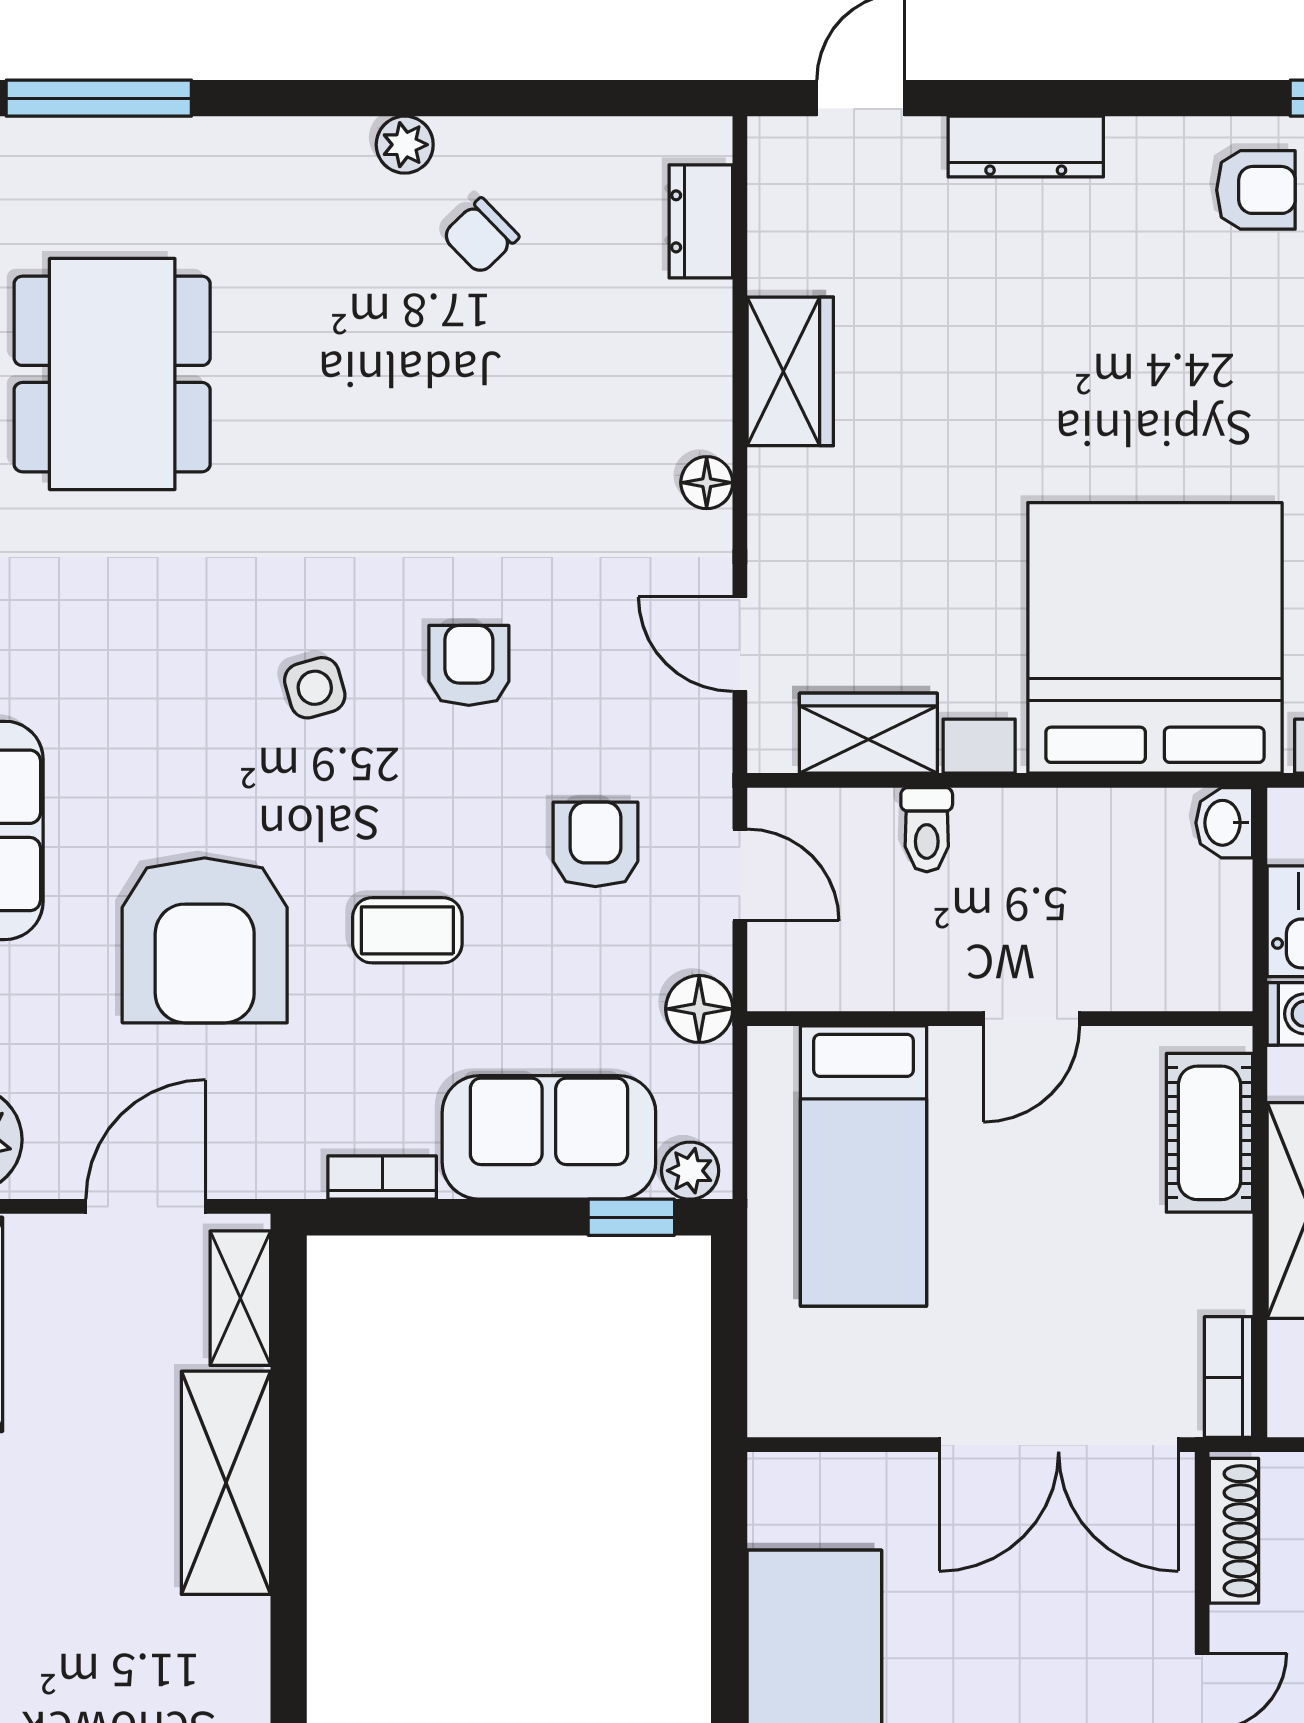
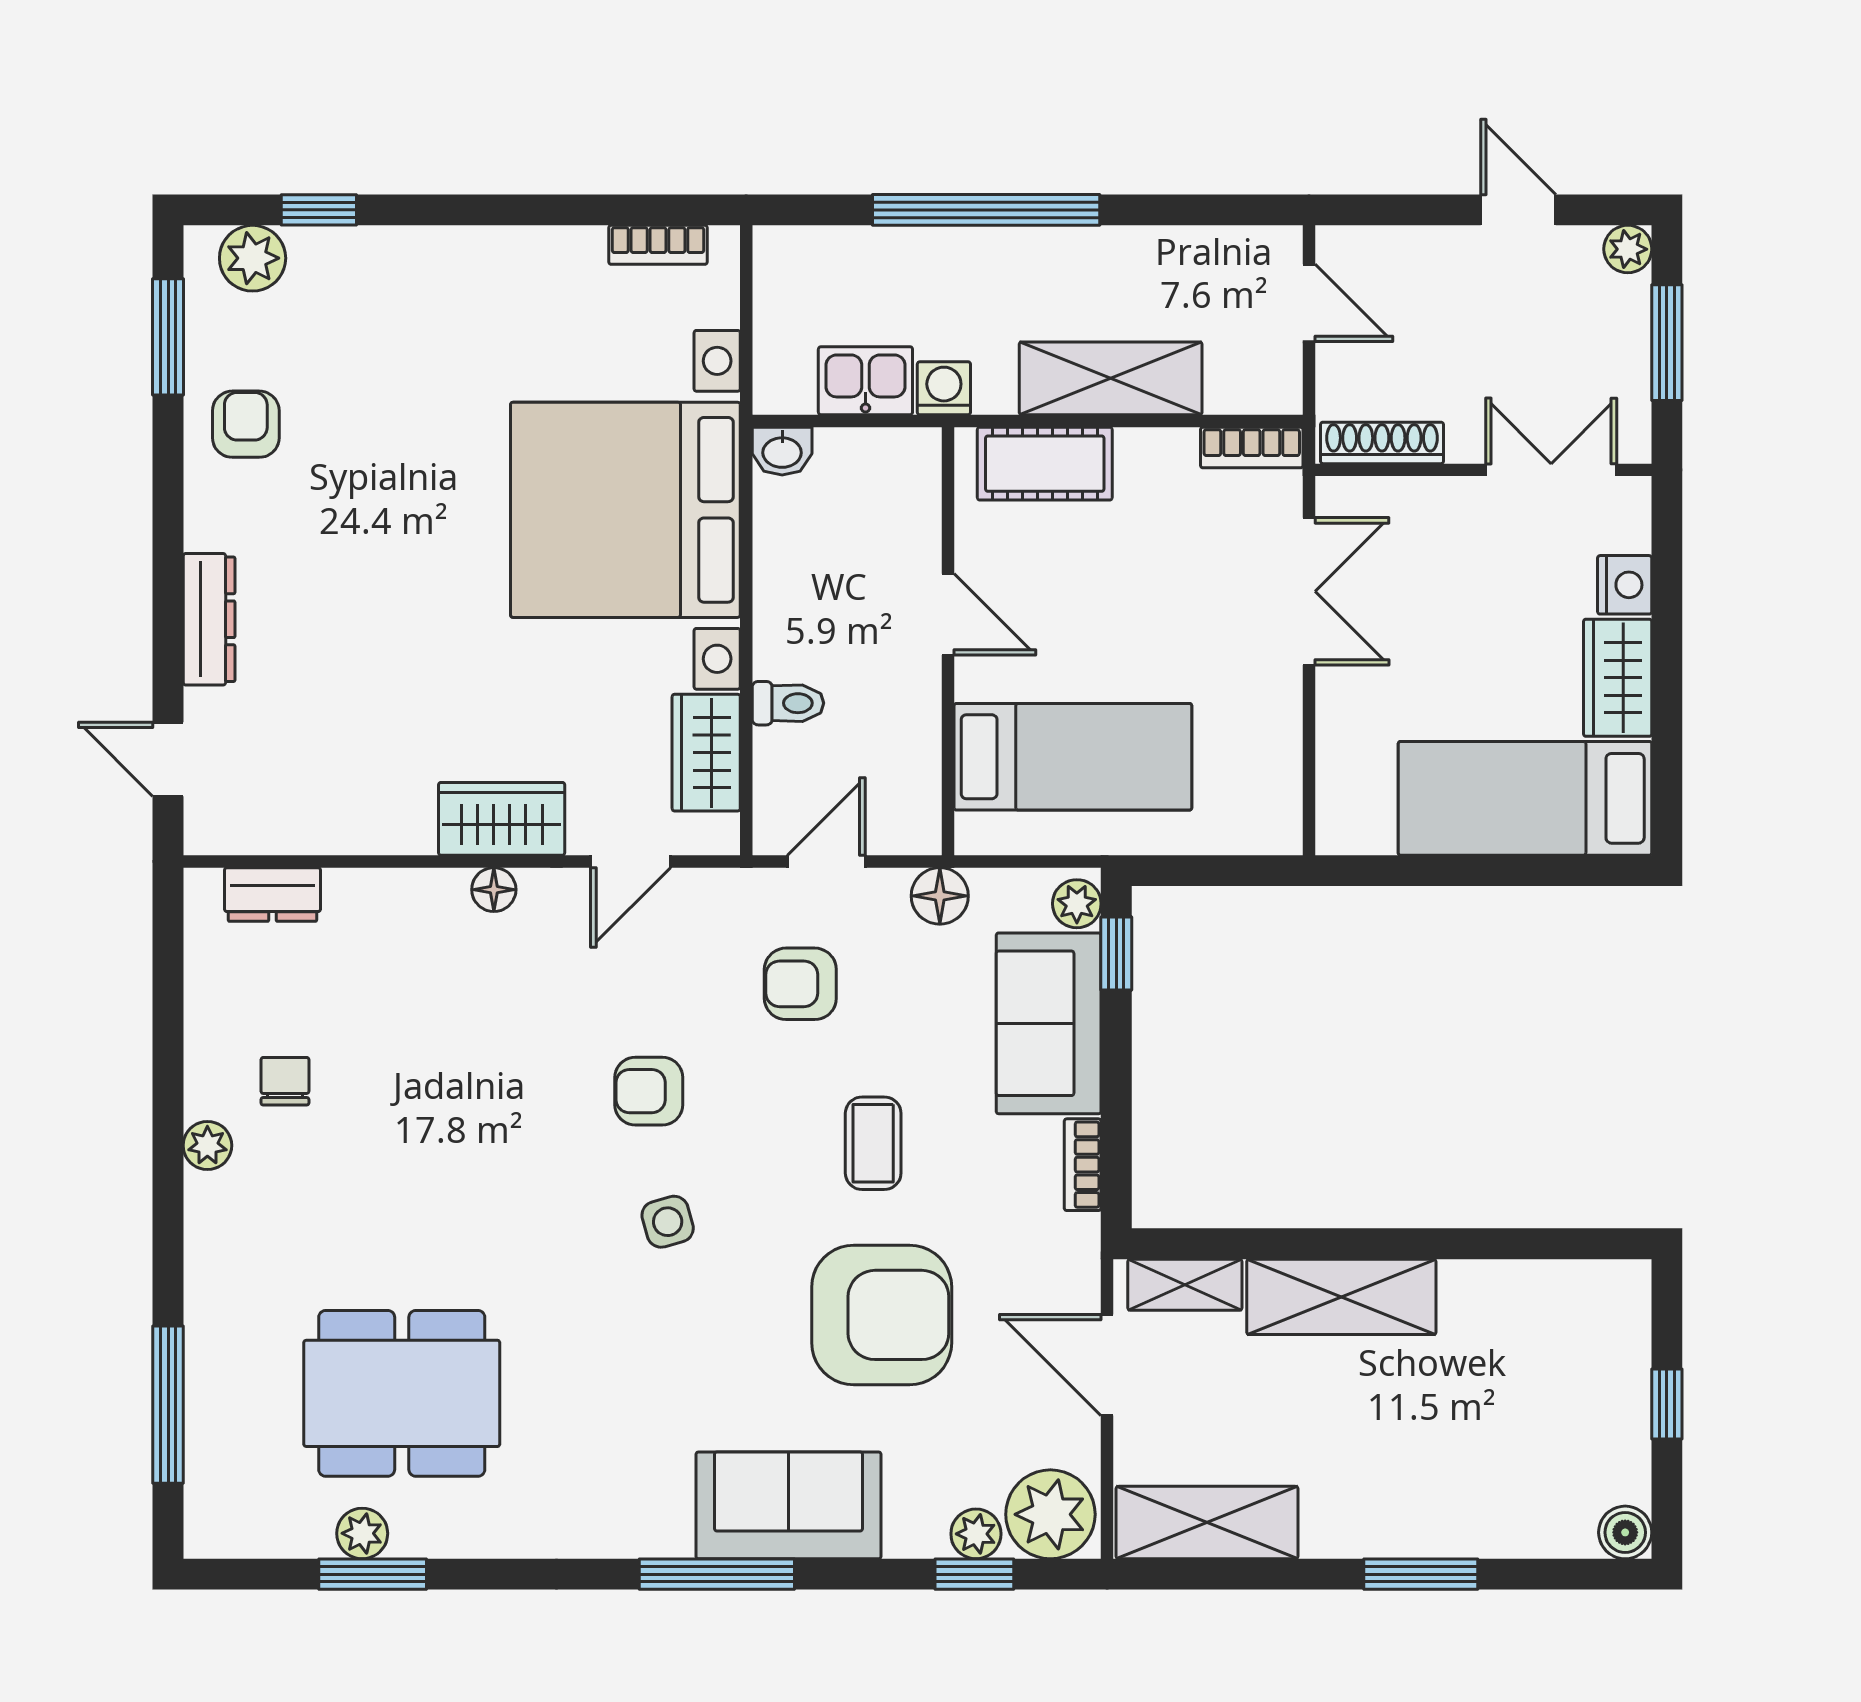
chair: (481, 236) -> (285, 1081), turned -136
wardrobe: (790, 371) -> (502, 819), moved
double door: (1059, 1445) -> (1309, 591), width x0.73

